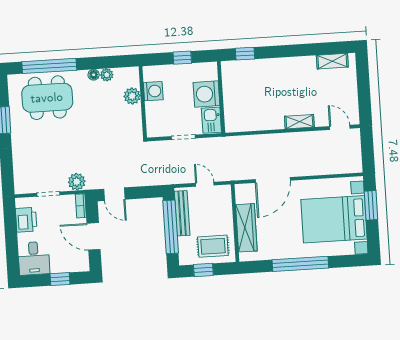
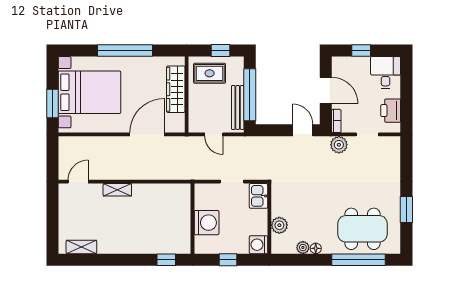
washing machine: (153, 91) -> (258, 245), moved
kitchen sink: (211, 120) -> (258, 196), moved, turned 180
door: (340, 127) -> (78, 182), swing flipped

